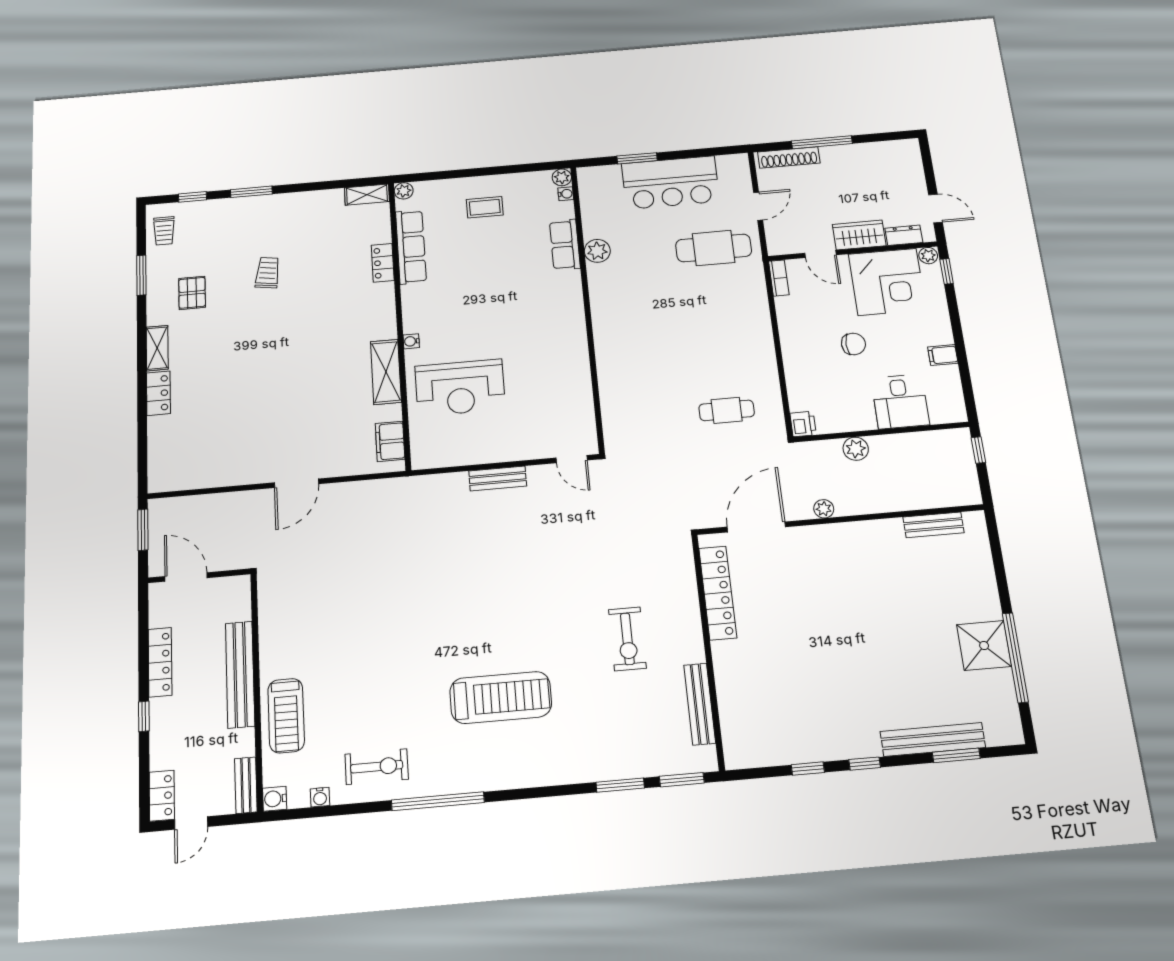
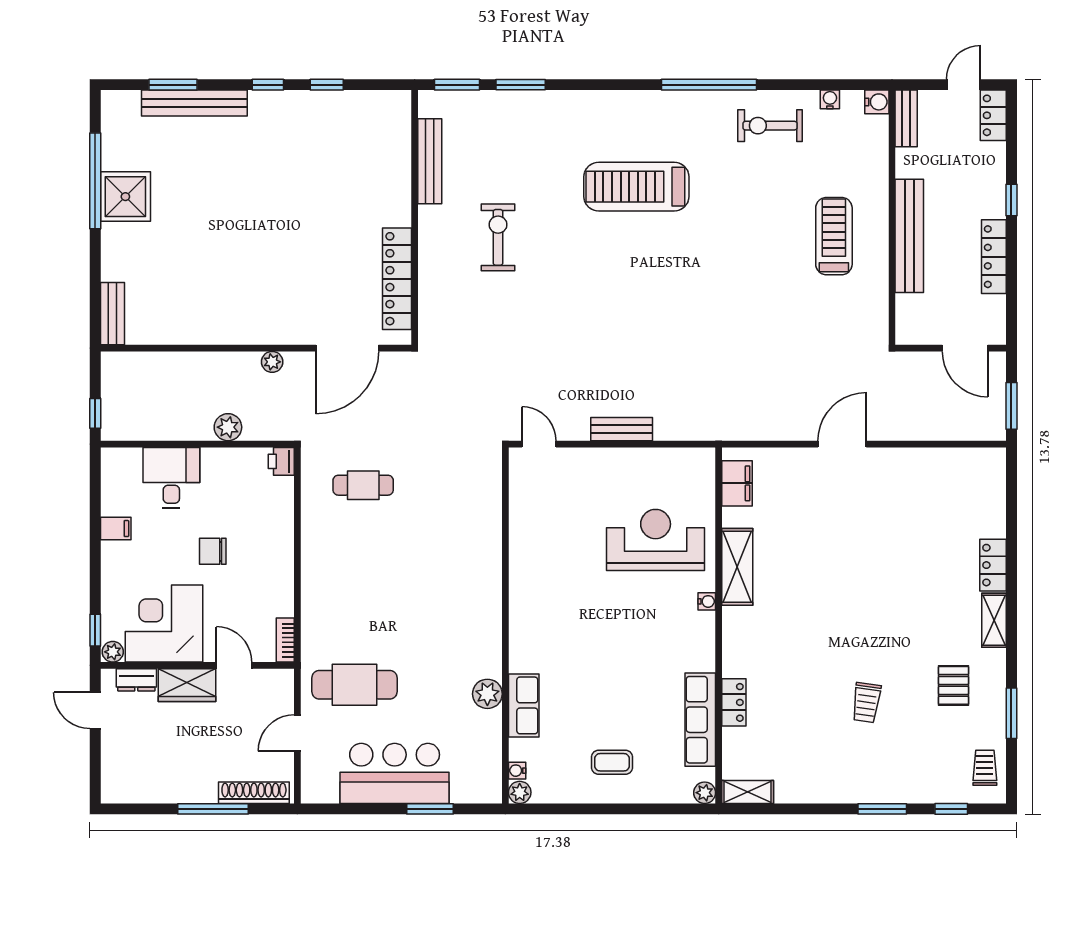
bench: (933, 525) -> (112, 314), moved, turned 90
treadmill: (286, 716) -> (834, 236), moved

